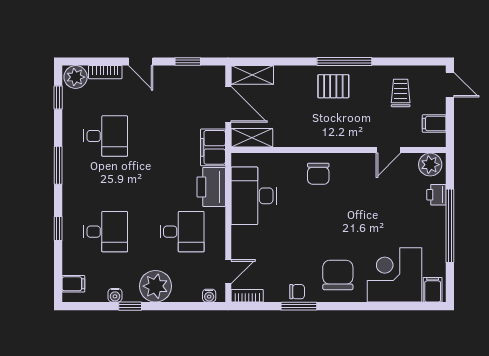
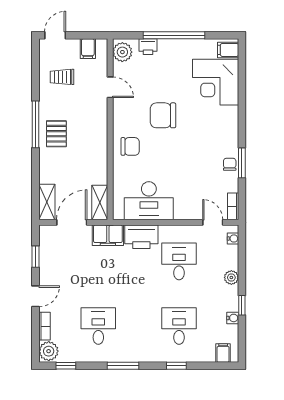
chair: (338, 275) -> (163, 115), moved
plant: (156, 286) -> (231, 277), width x0.53, depth x0.53

